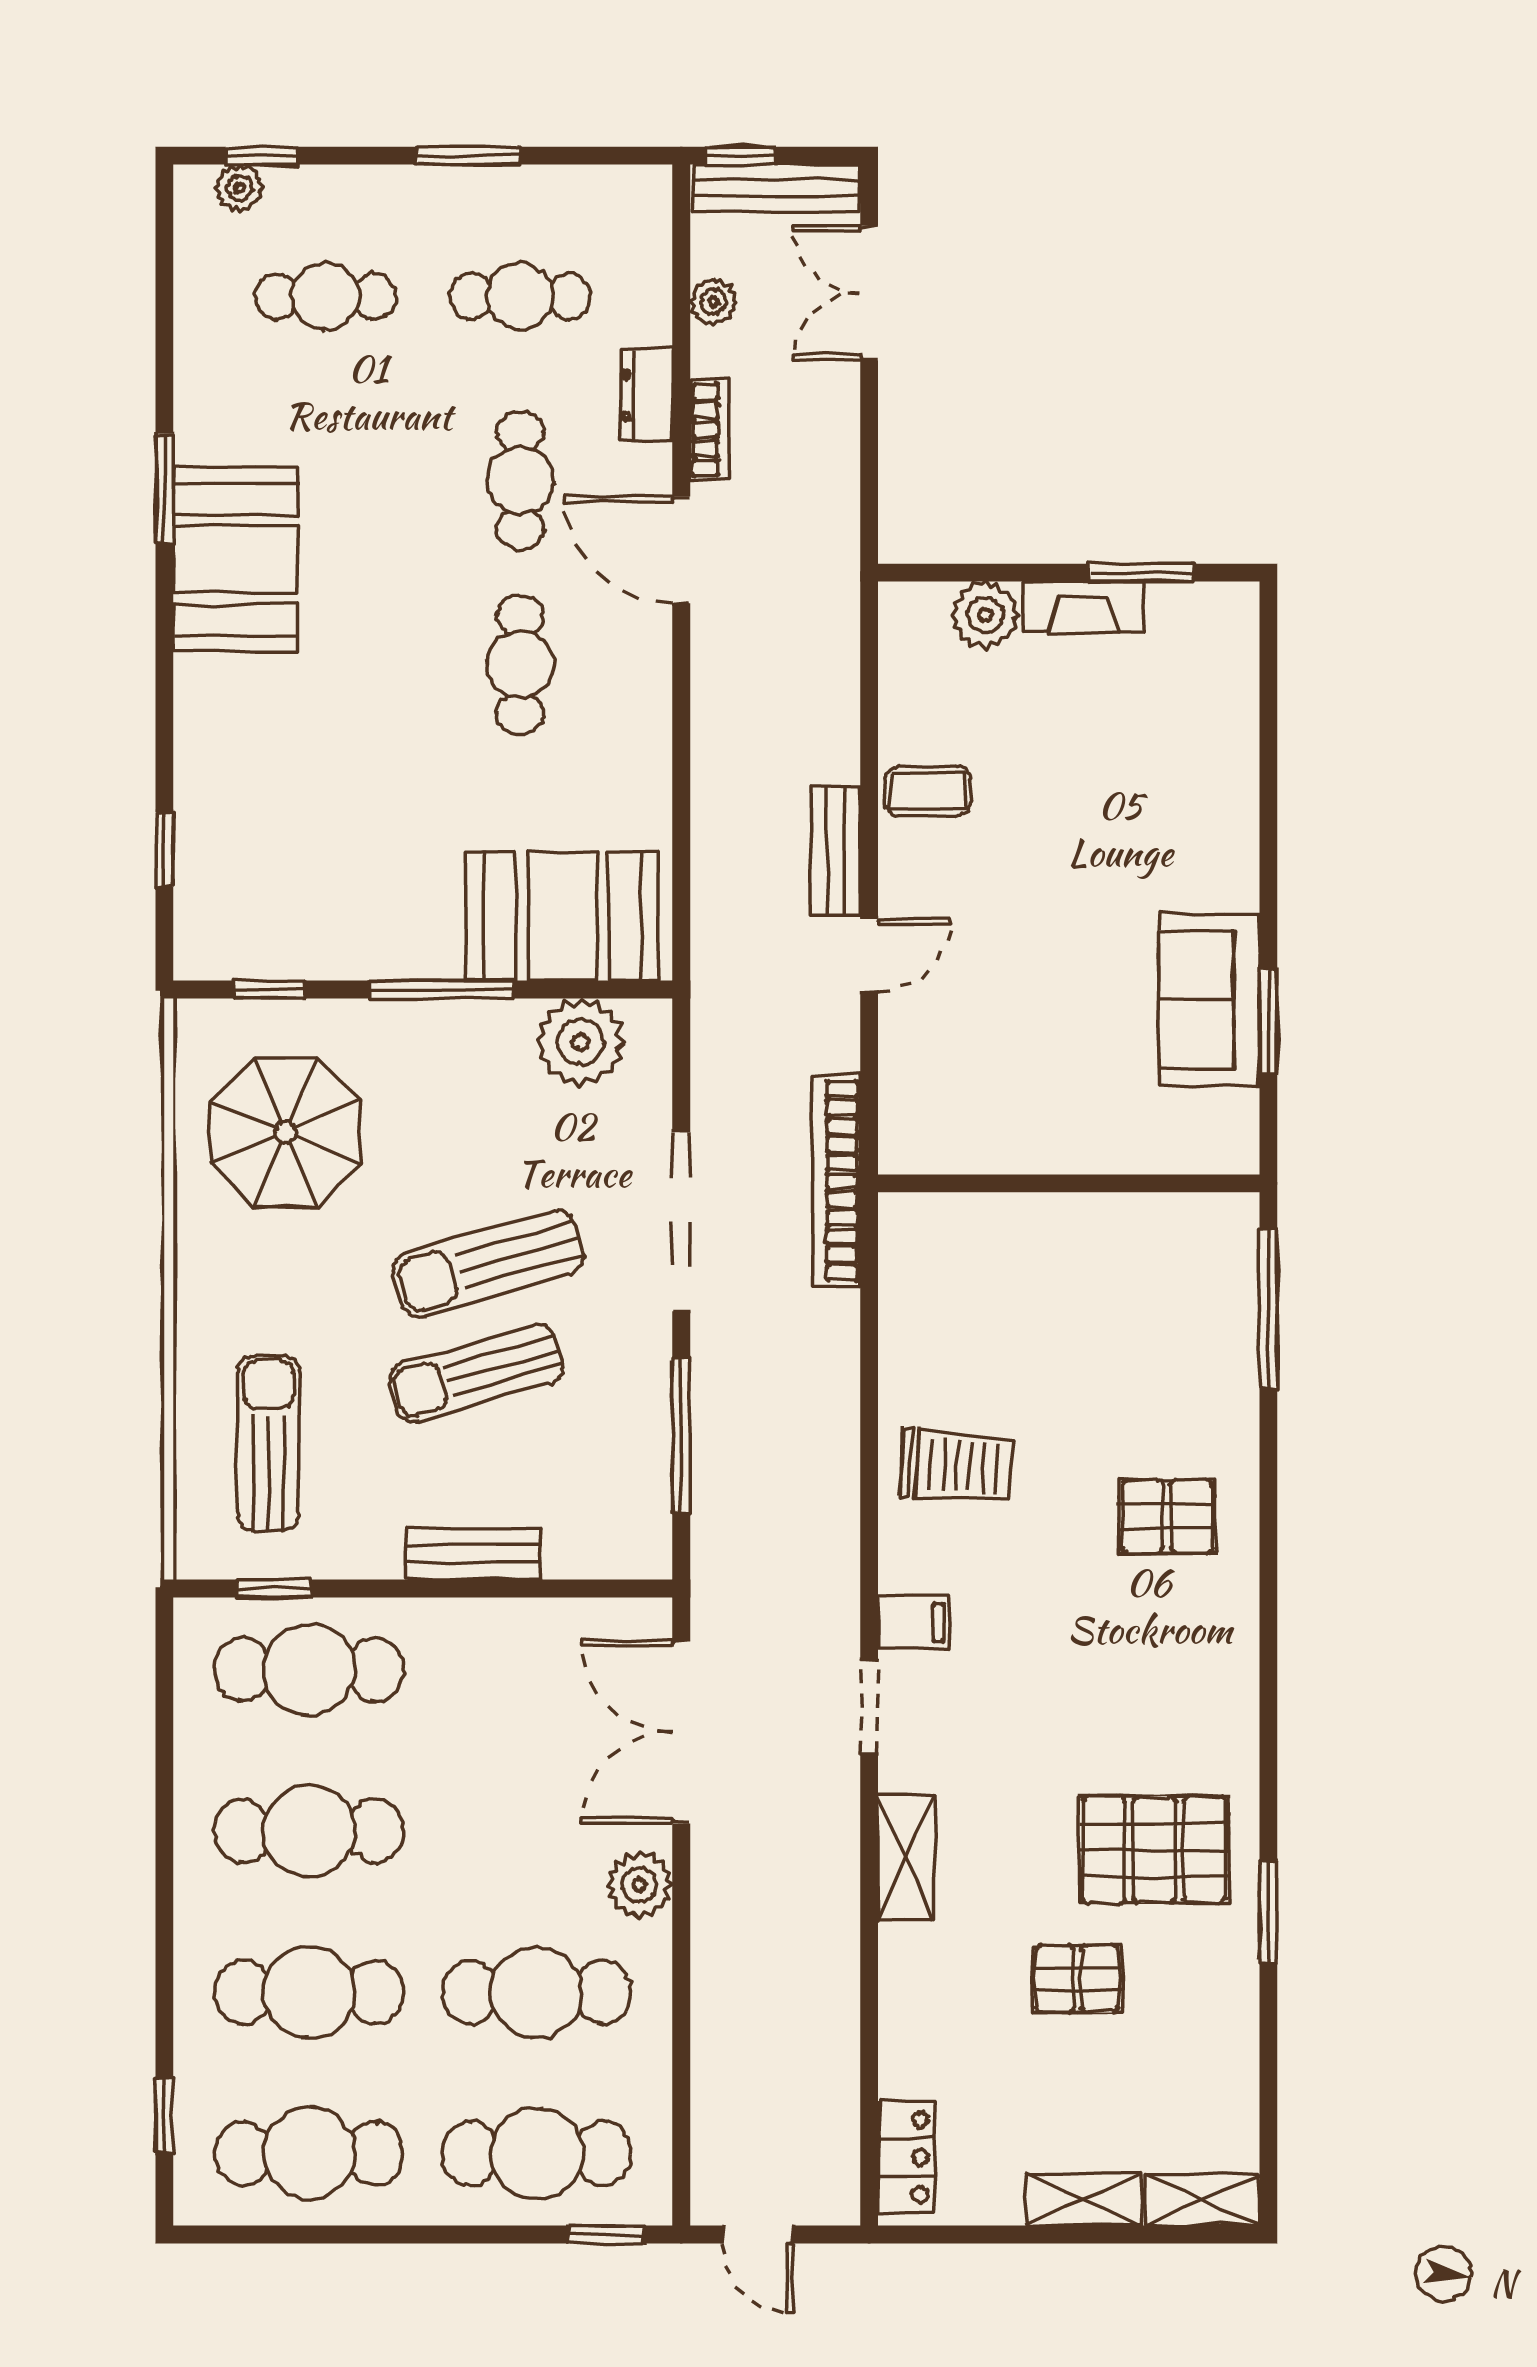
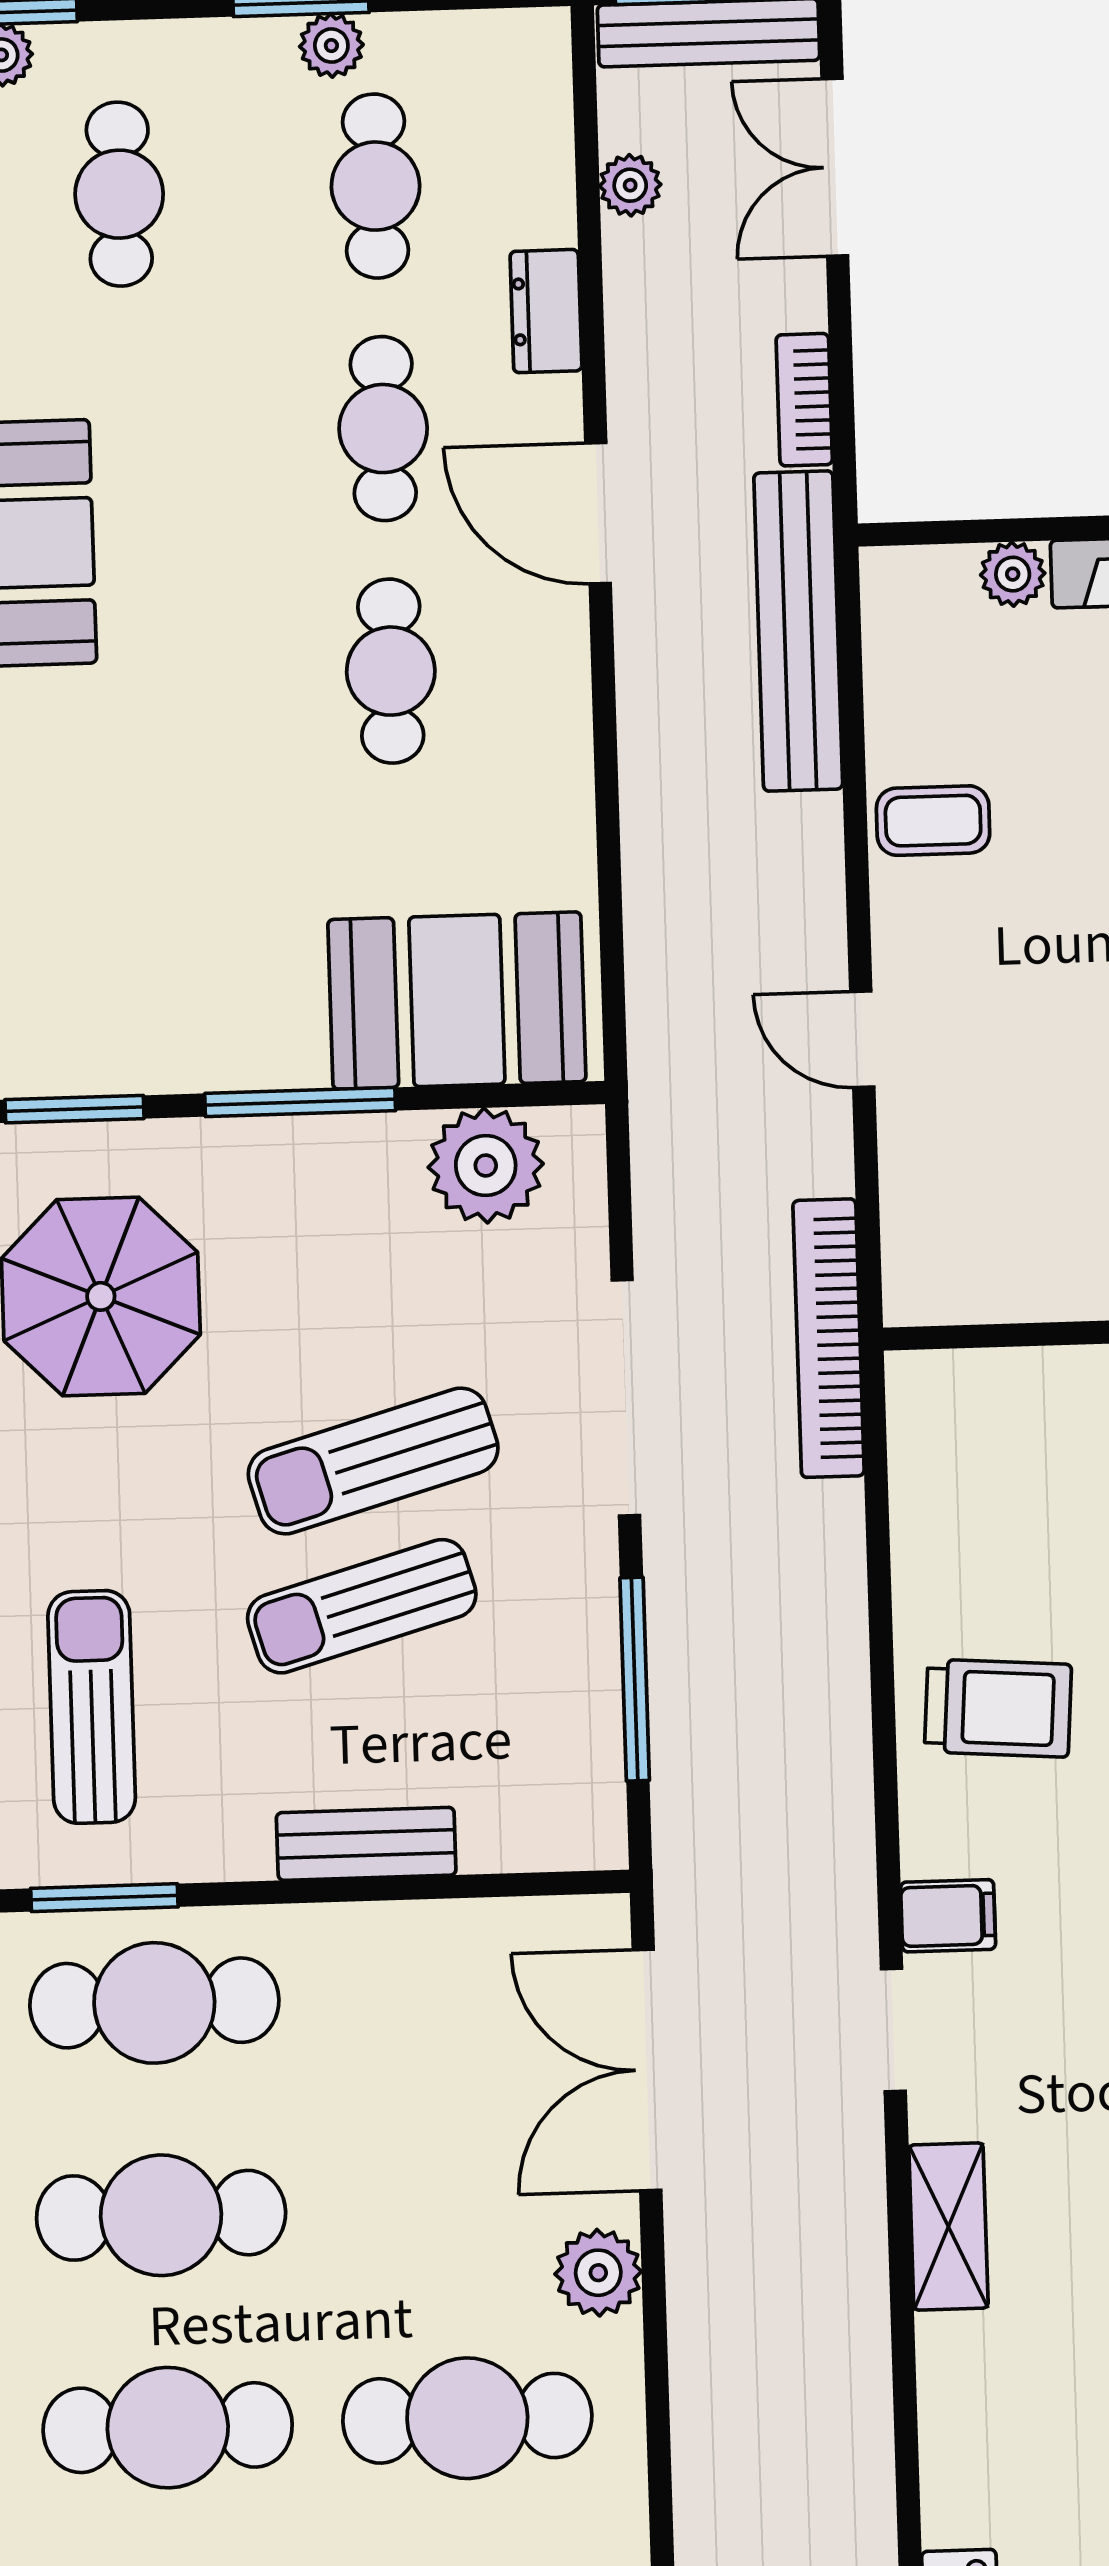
plant: (490, 189) -> (331, 46), added
cafe table: (325, 296) -> (119, 194), turned 90
cafe table: (520, 296) -> (376, 186), turned 90
bookcase: (710, 430) -> (804, 400), moved, turned 180
plant: (985, 615) -> (1013, 574), width x0.73, depth x0.73
bench: (836, 851) -> (798, 631), moved, width x1.86, depth x1.21
door: (869, 955) -> (862, 1039), swing flipped
window: (270, 990) -> (74, 1109), width x1.50
window: (274, 1589) -> (104, 1898), width x1.50

